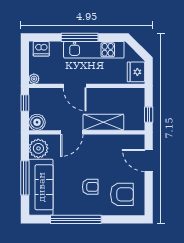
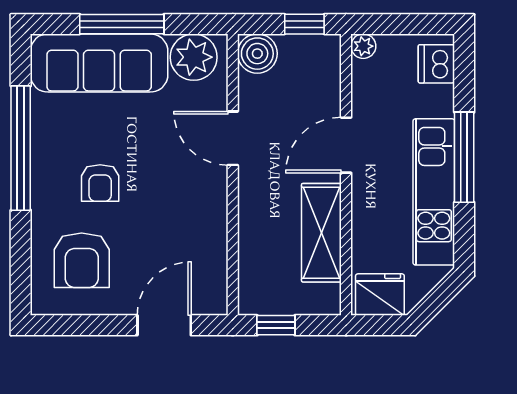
shelving: (103, 122) -> (321, 233), moved

